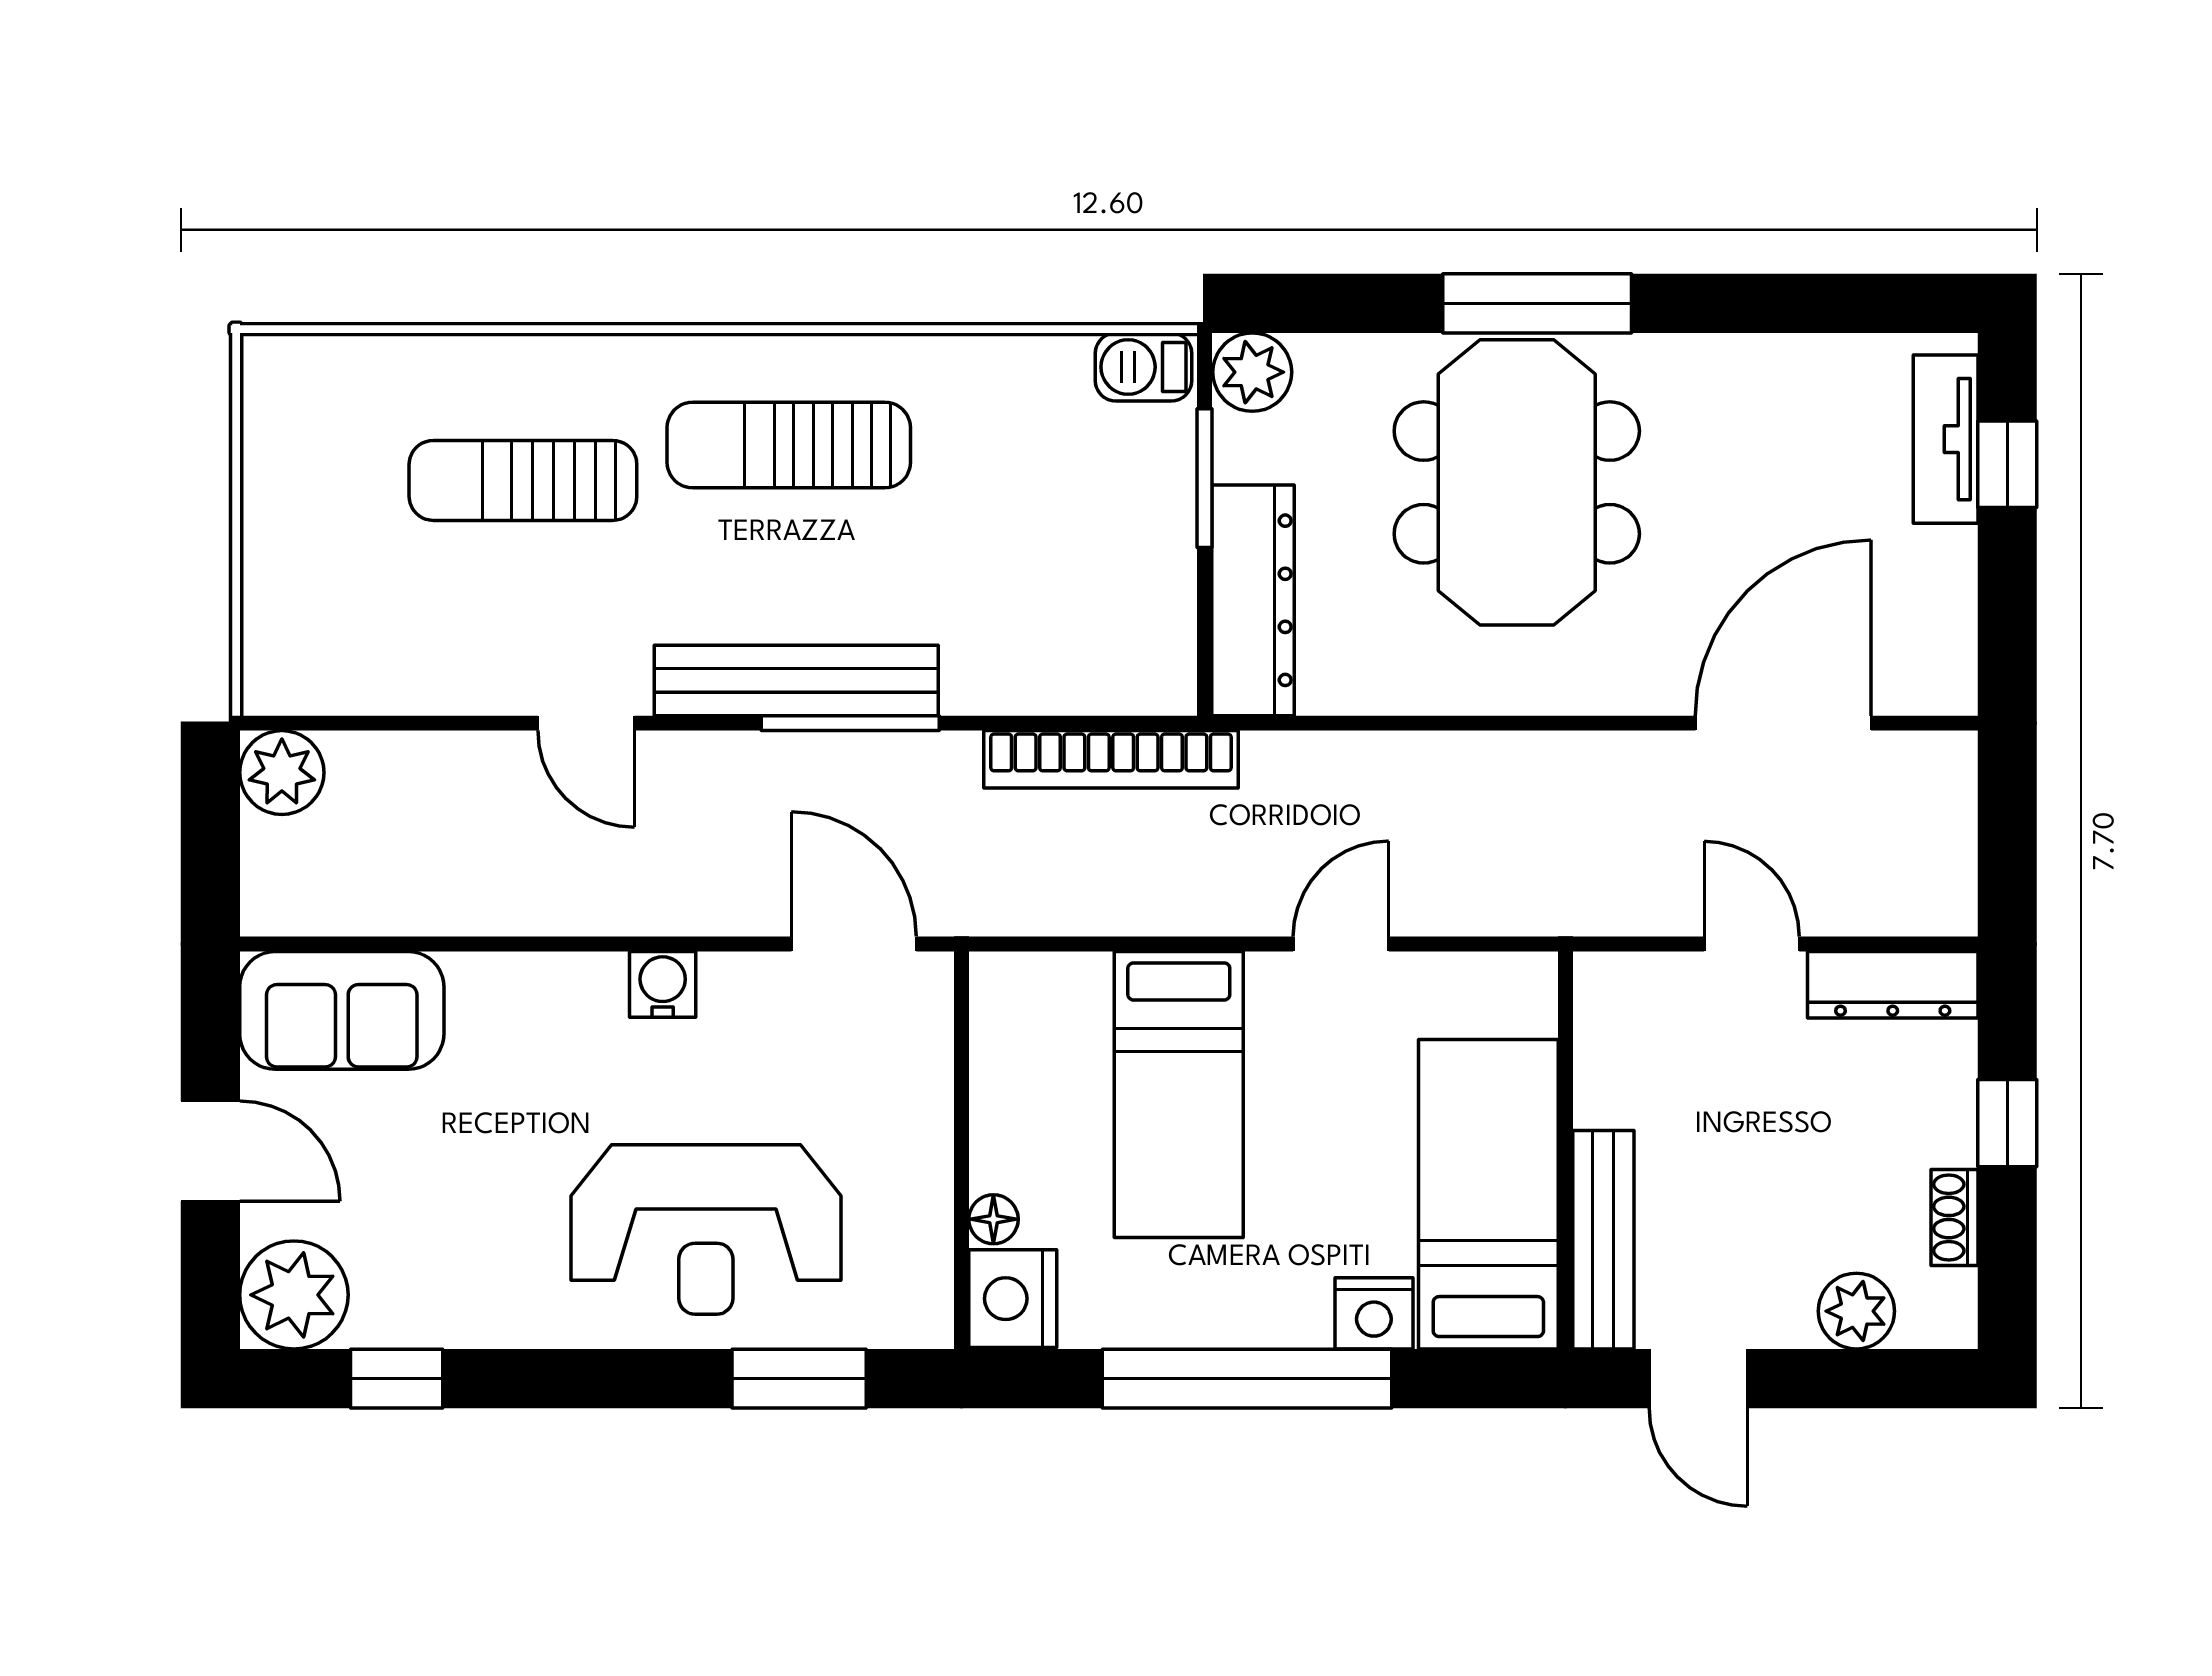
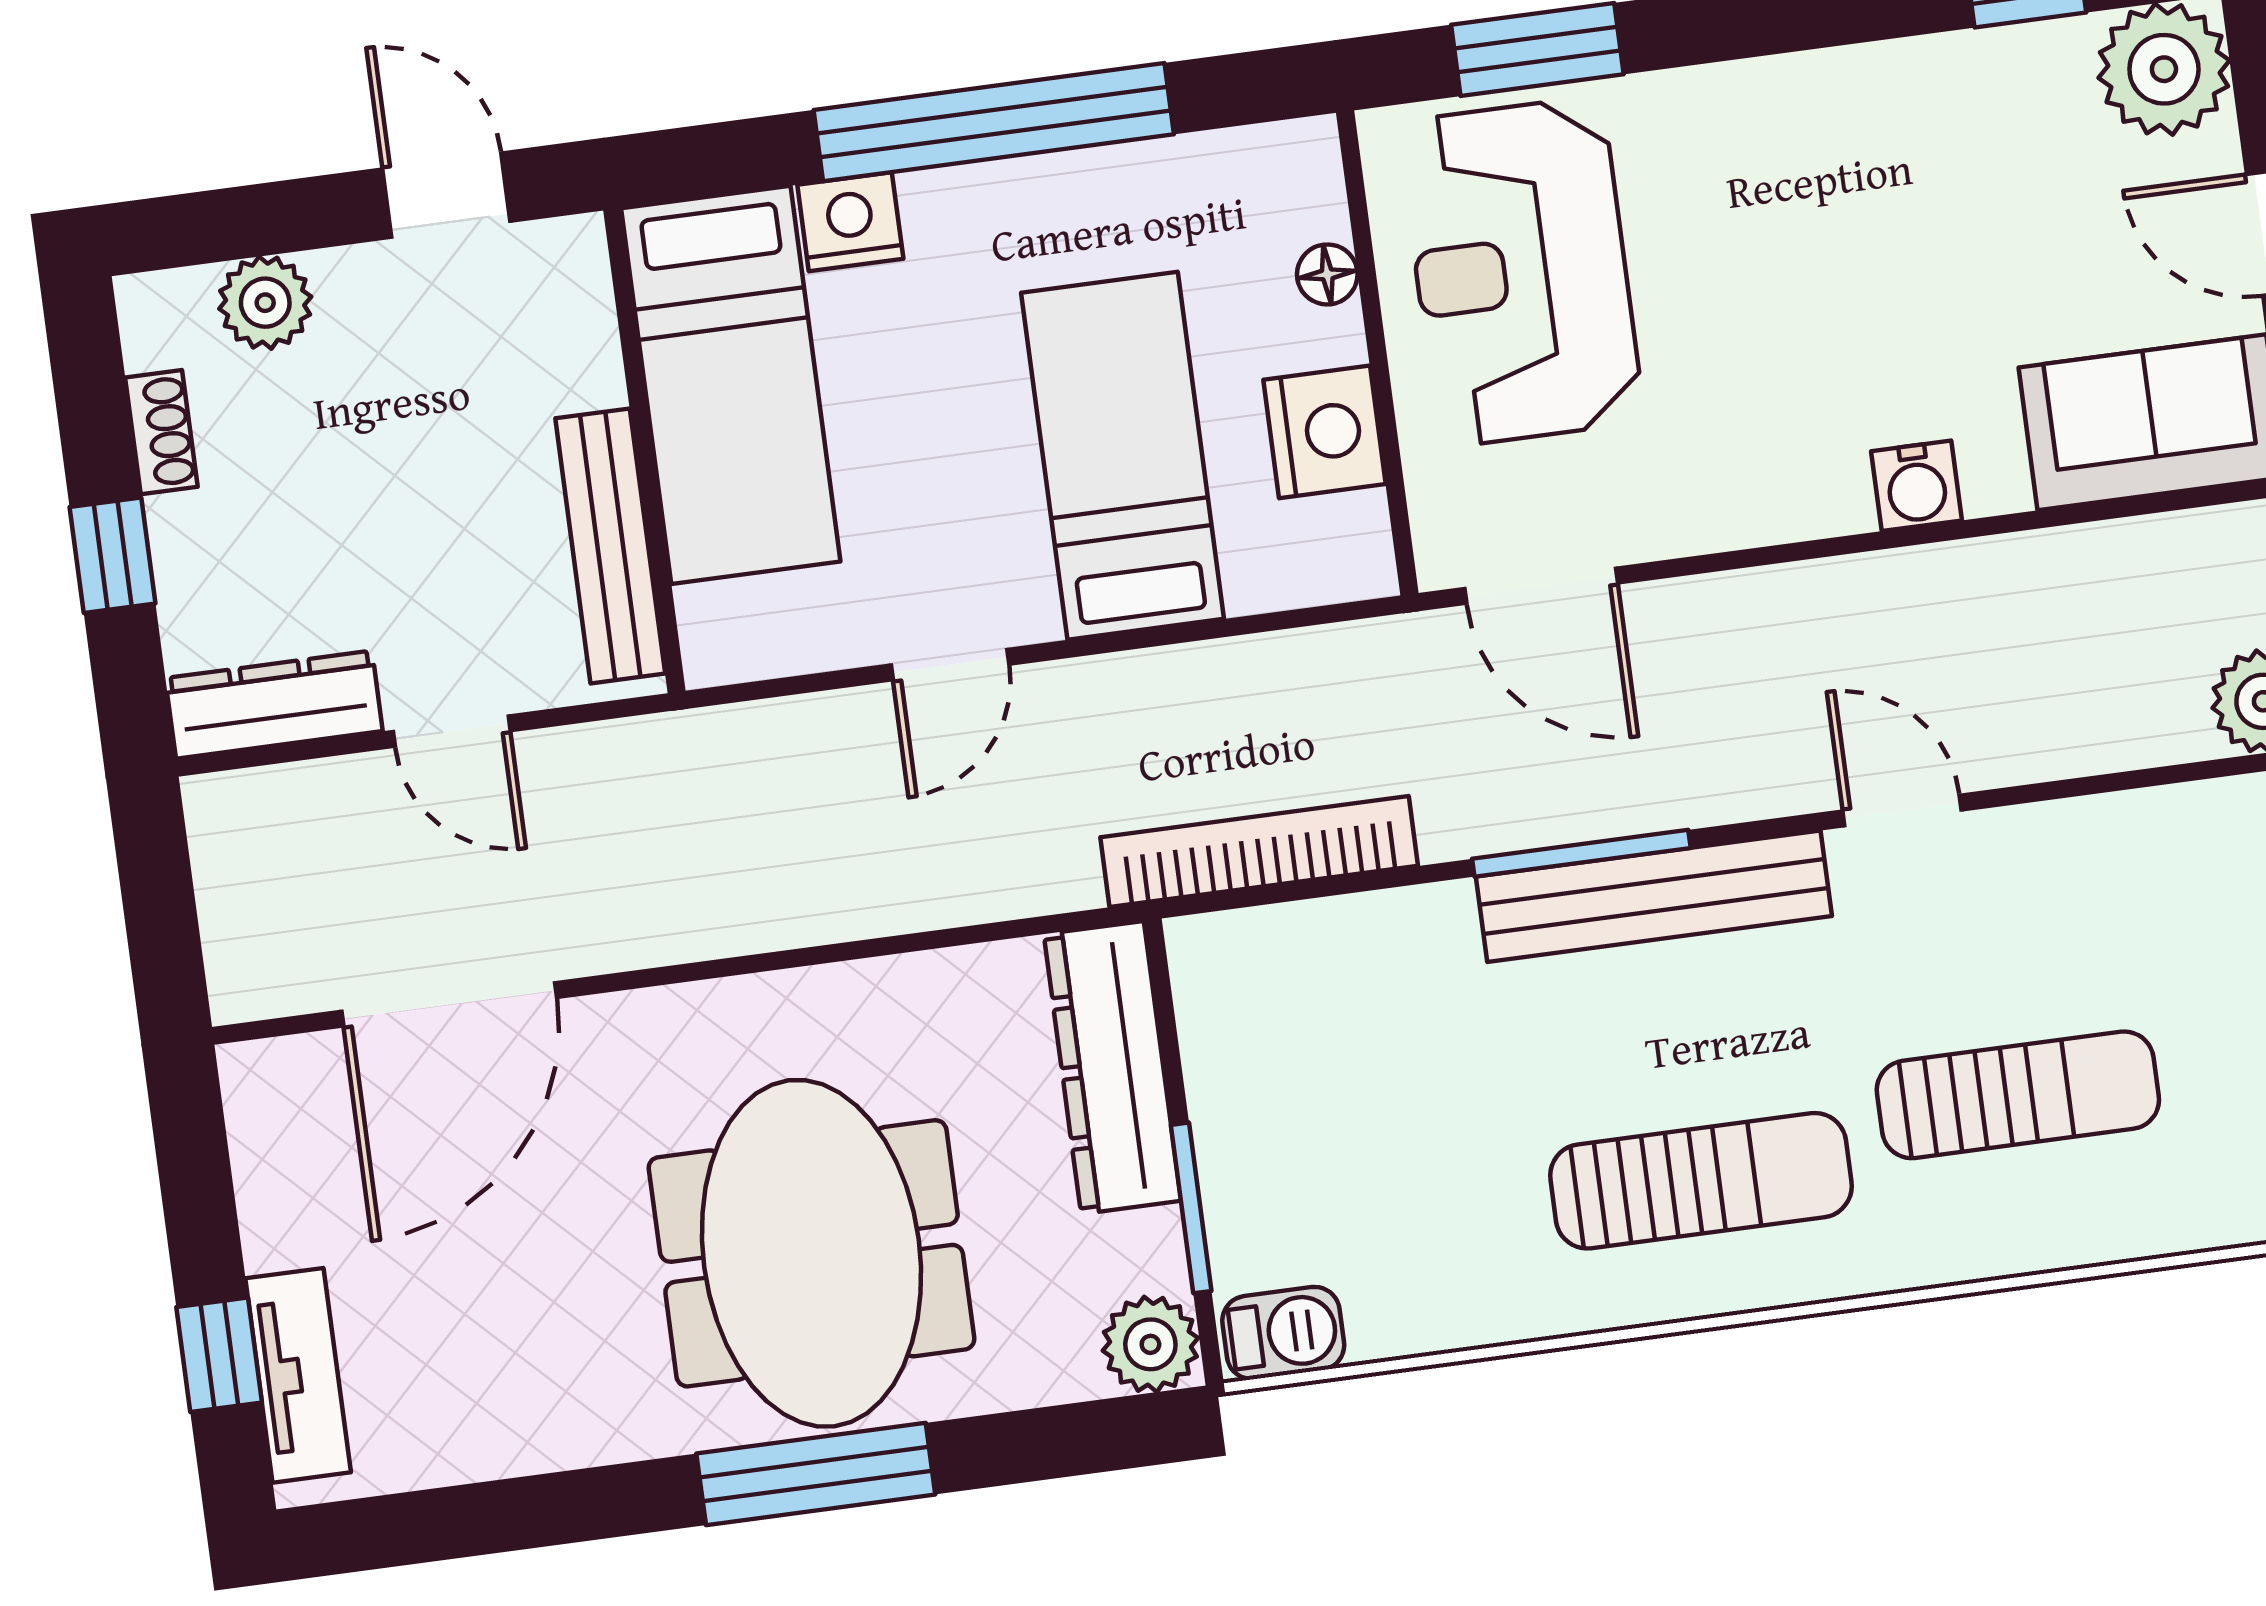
water cooler: (663, 984) -> (1916, 486), moved
reception desk: (706, 1230) -> (1521, 272), moved, turned -90
bench: (1603, 1240) -> (610, 546), moved
nightstand: (1013, 1299) -> (1324, 432), moved

